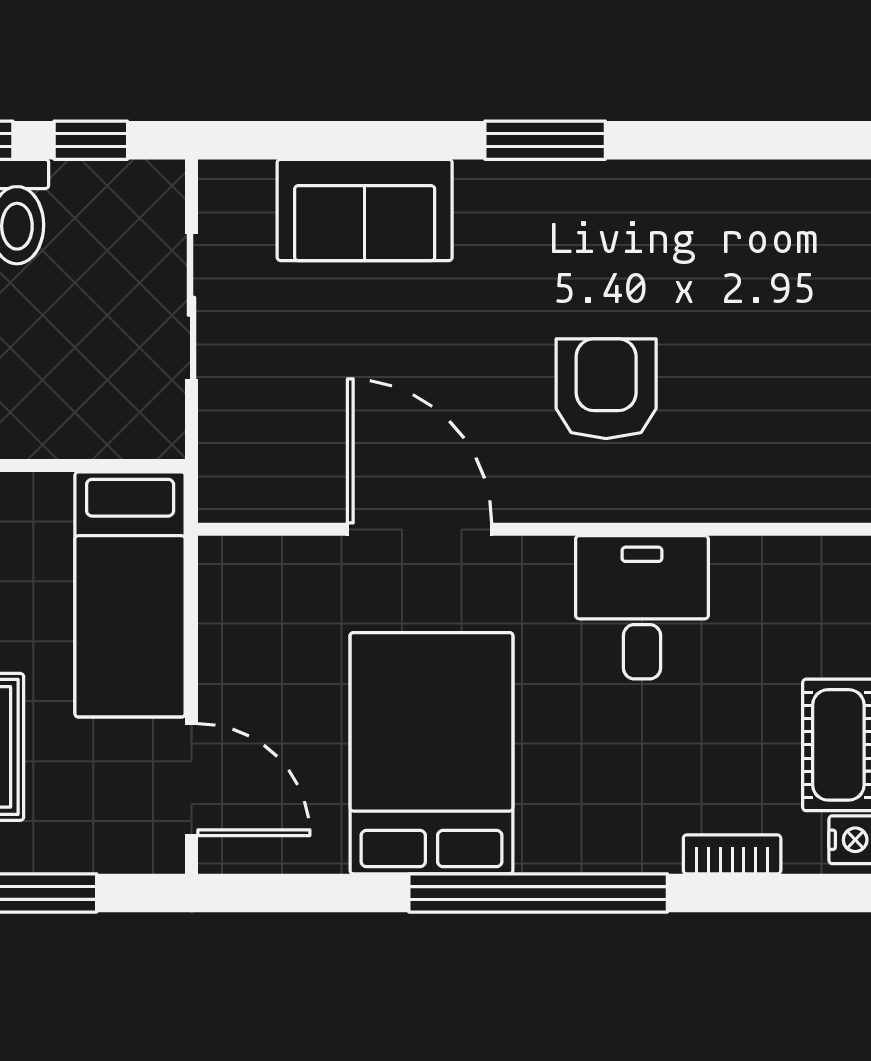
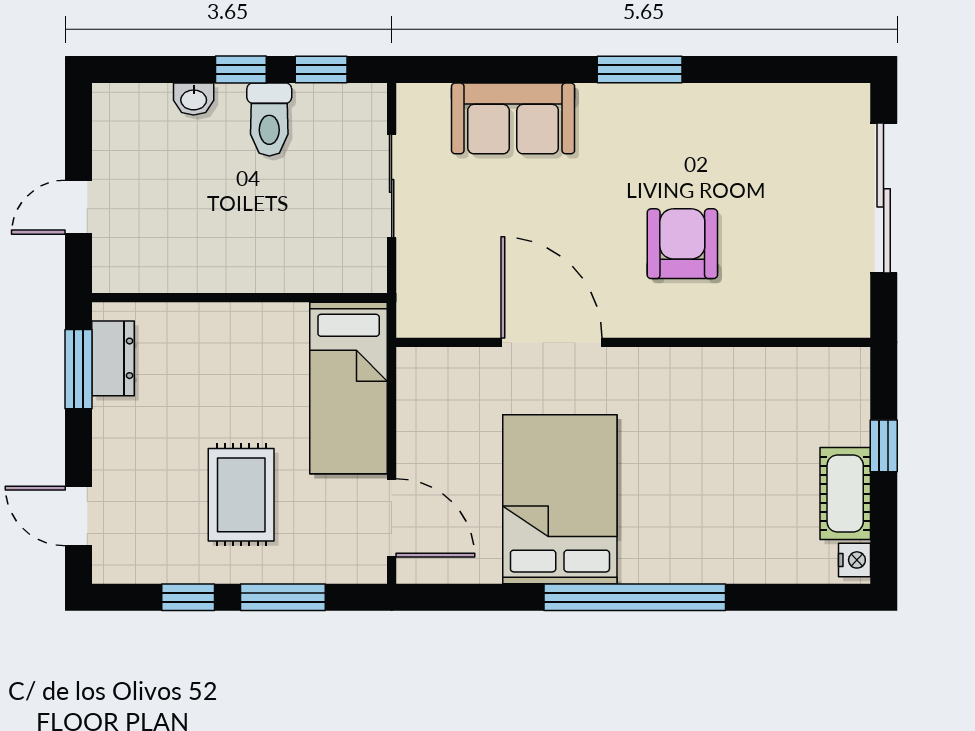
desk: (642, 607) -> (707, 397), removed
bookcase: (732, 854) -> (771, 570), removed

